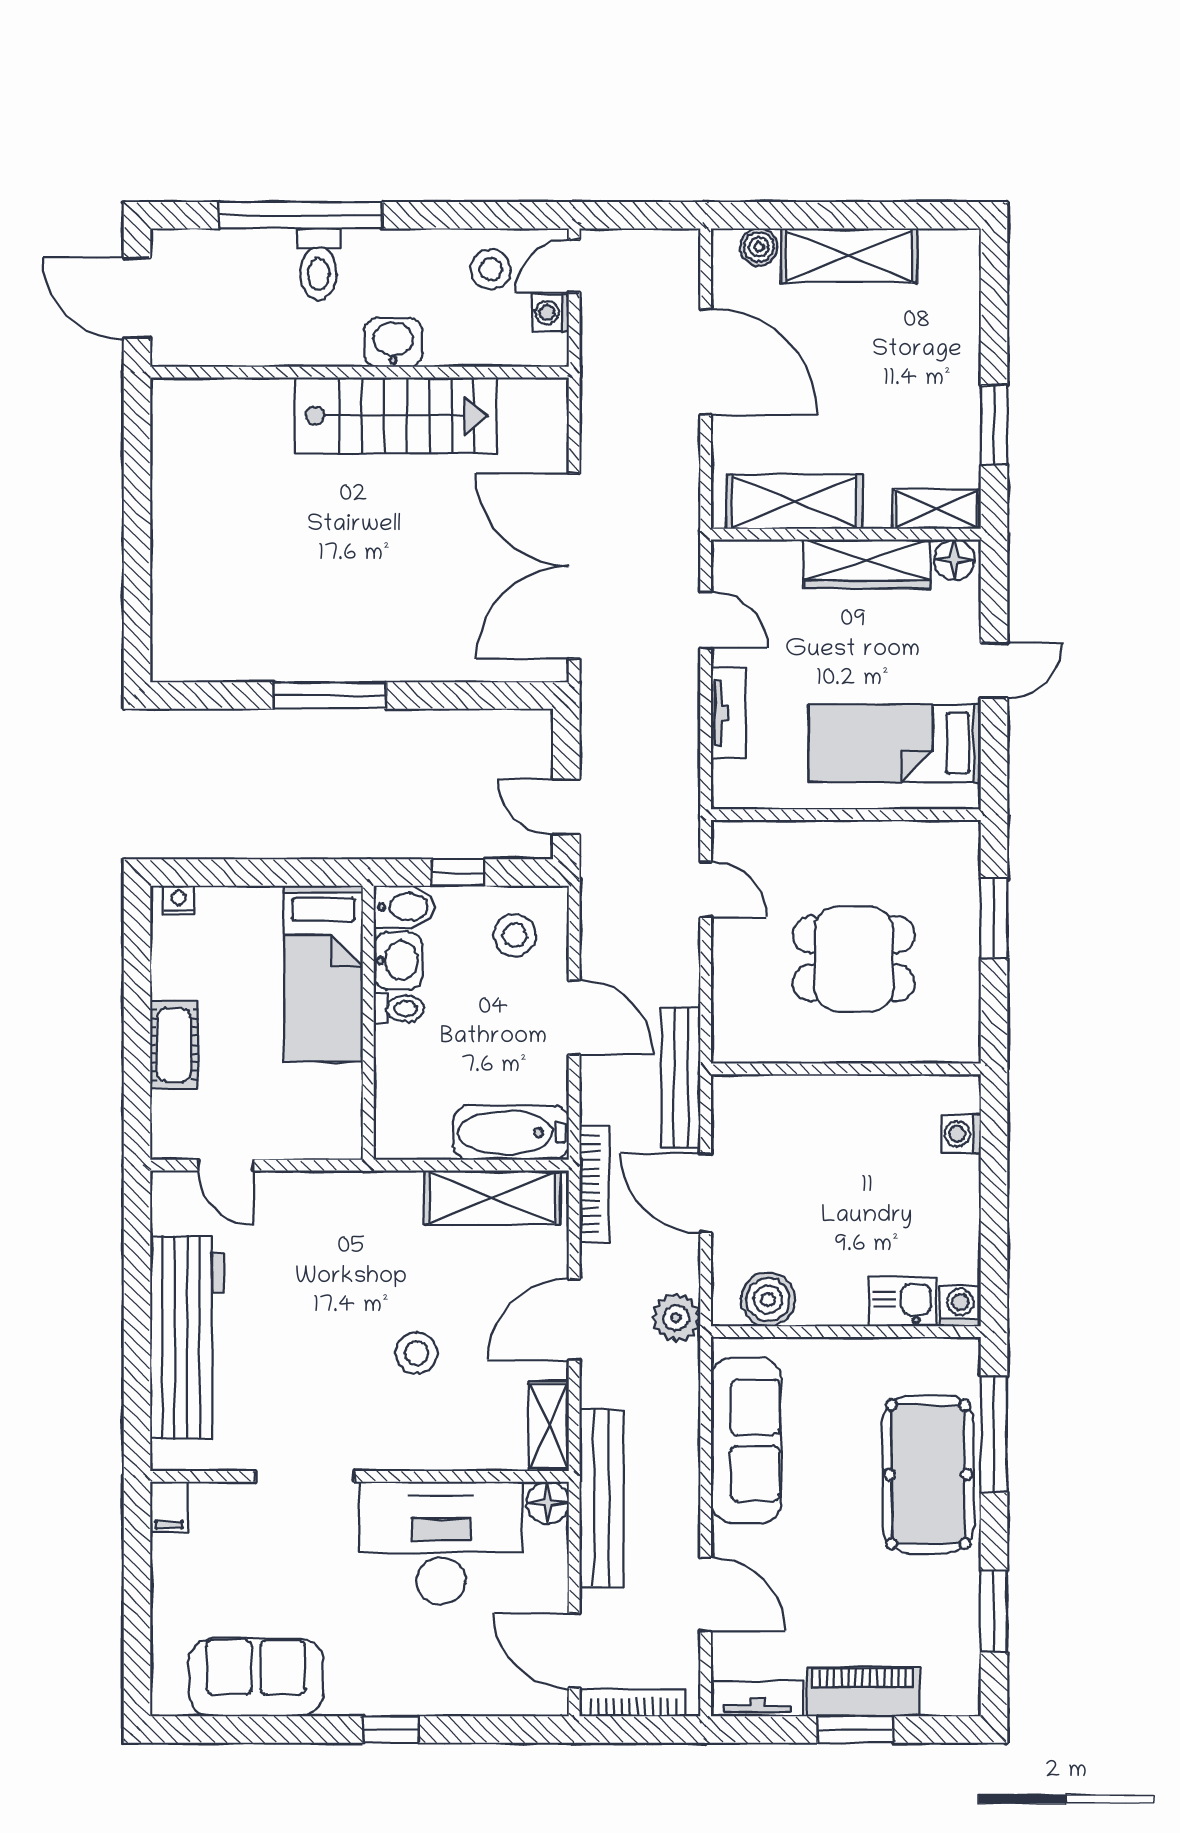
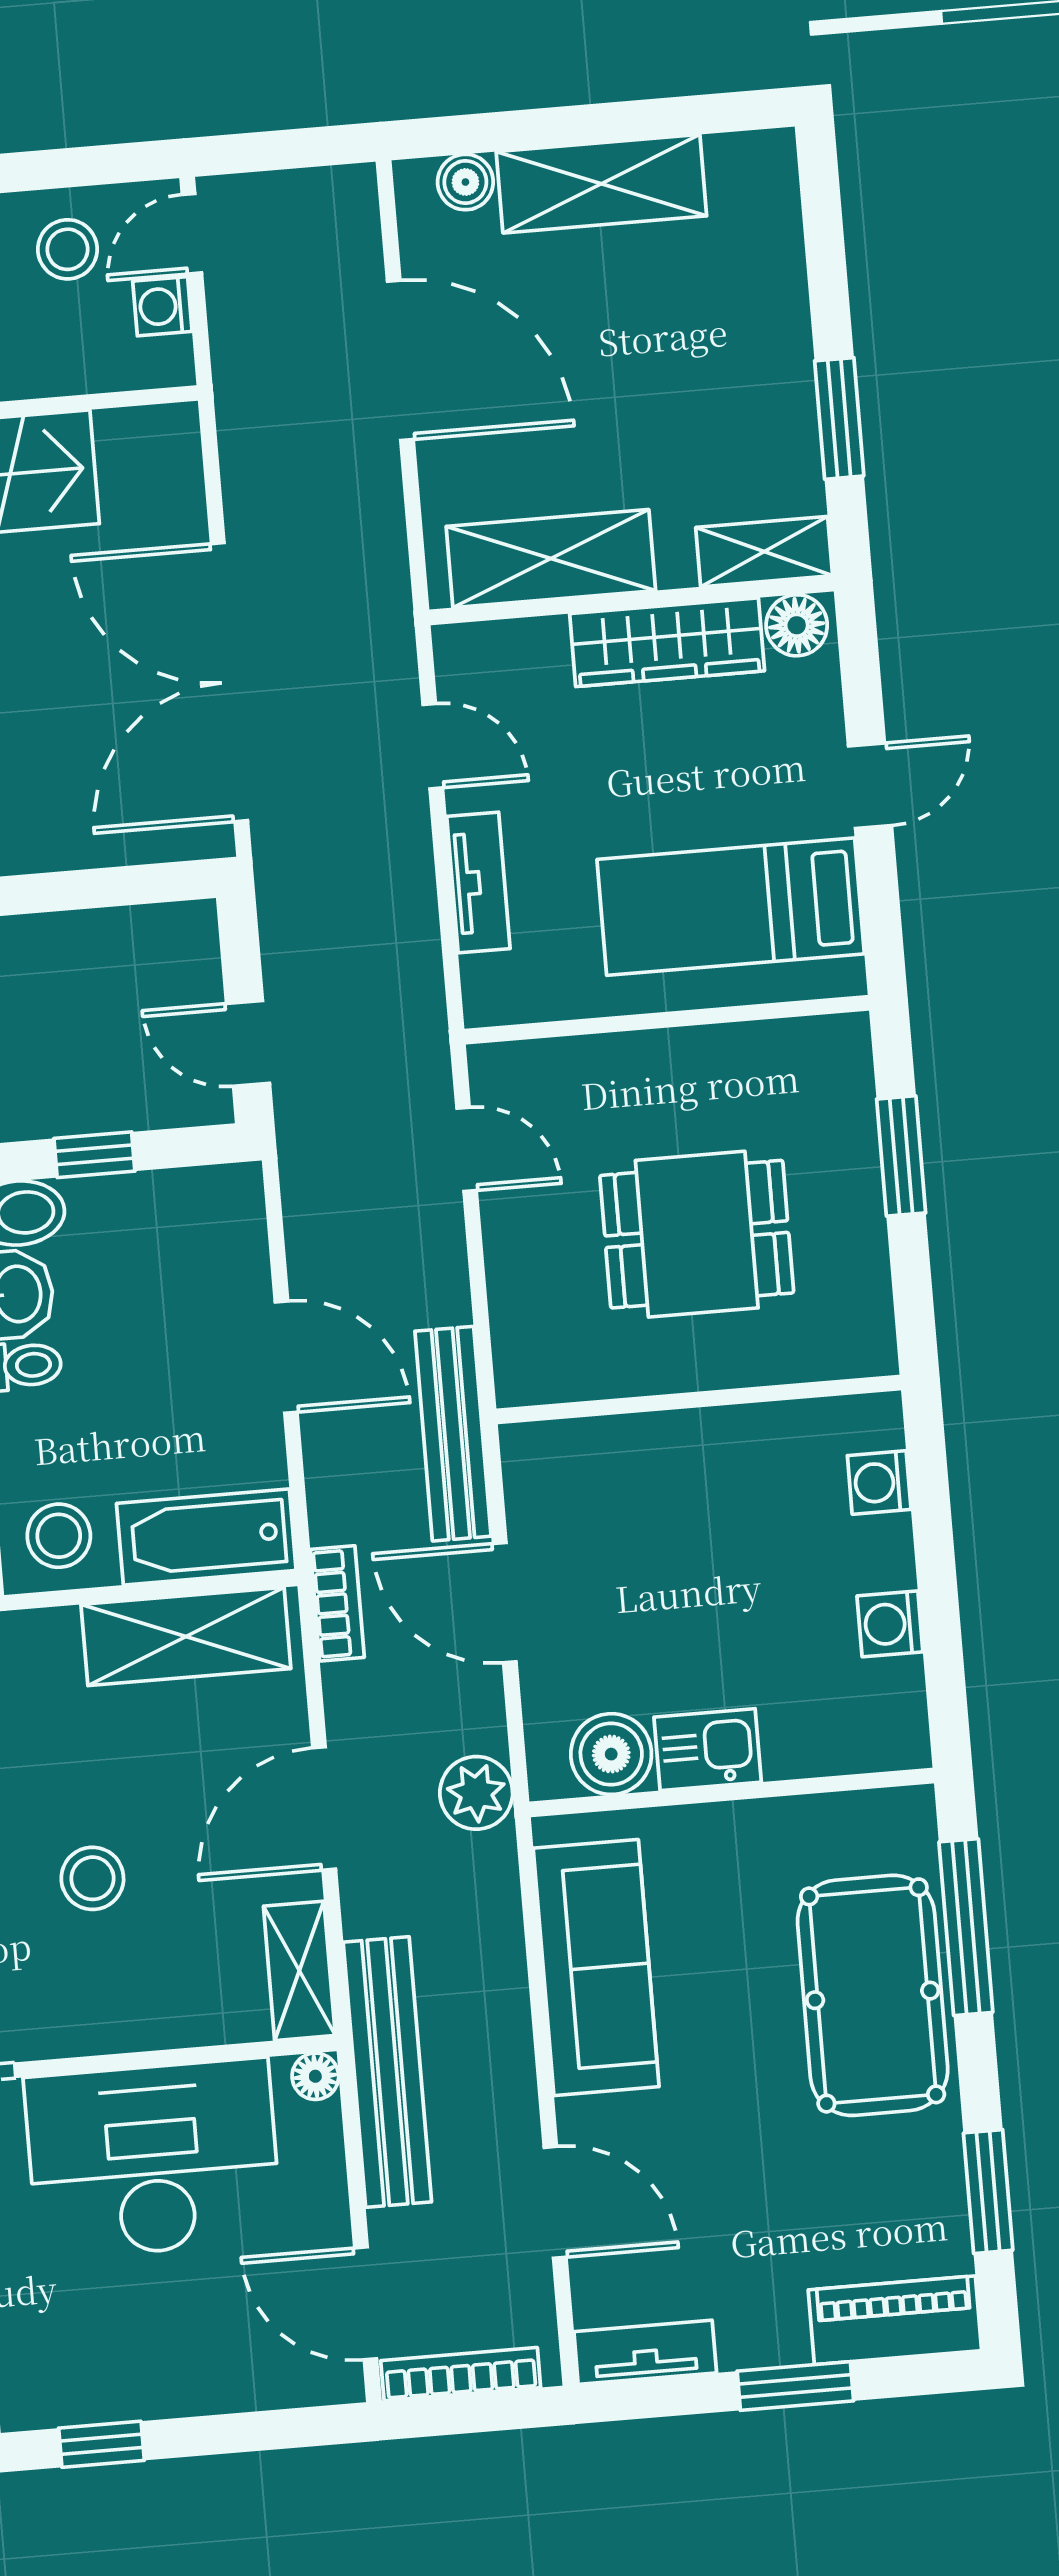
stool: (515, 935) -> (59, 1536), moved
bookcase: (594, 1184) -> (337, 1603), width x0.64
kitchen sink: (903, 1302) -> (708, 1750), moved
washing machine: (960, 1306) -> (890, 1624), moved, turned -90
floor lamp: (548, 1503) -> (315, 2076), width x0.73, depth x0.73
piano: (863, 1691) -> (895, 2320), moved

